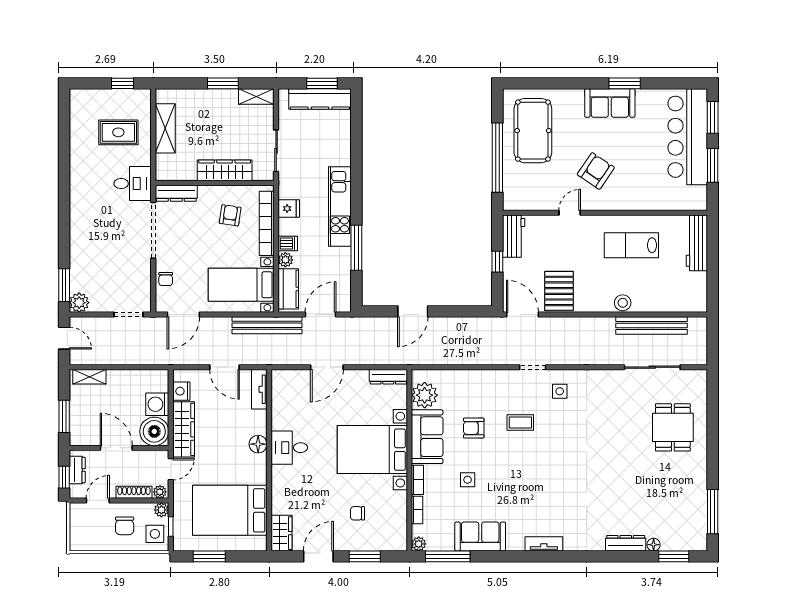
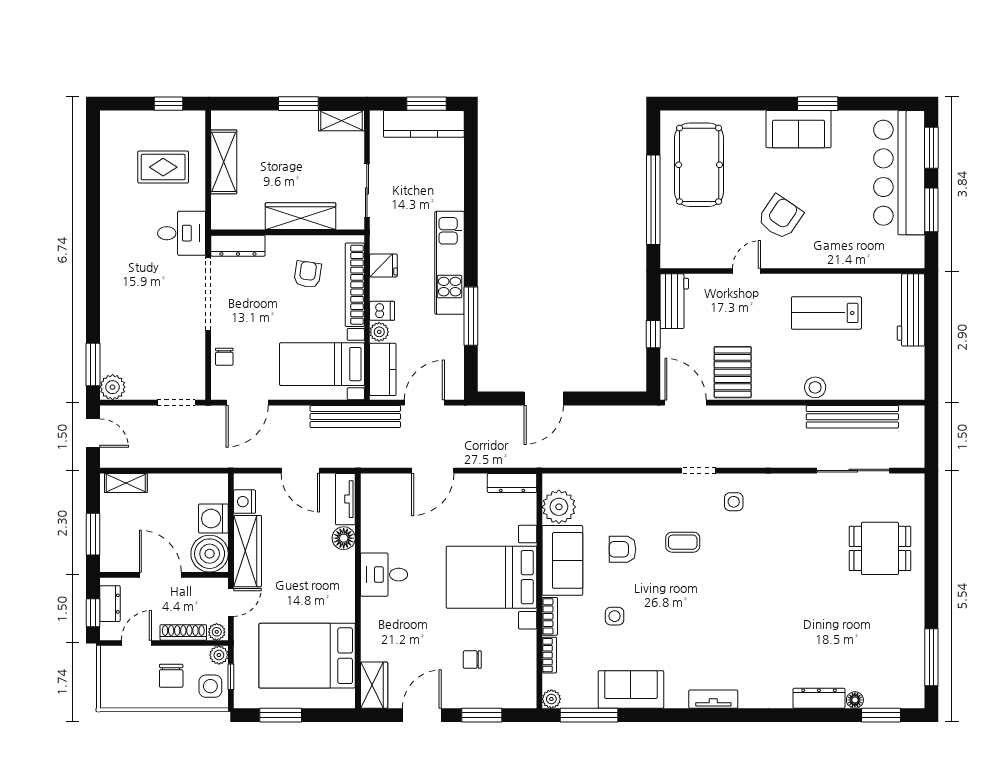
dining table: (673, 427) -> (880, 548), turned 90
floor lamp: (258, 444) -> (344, 538), moved

